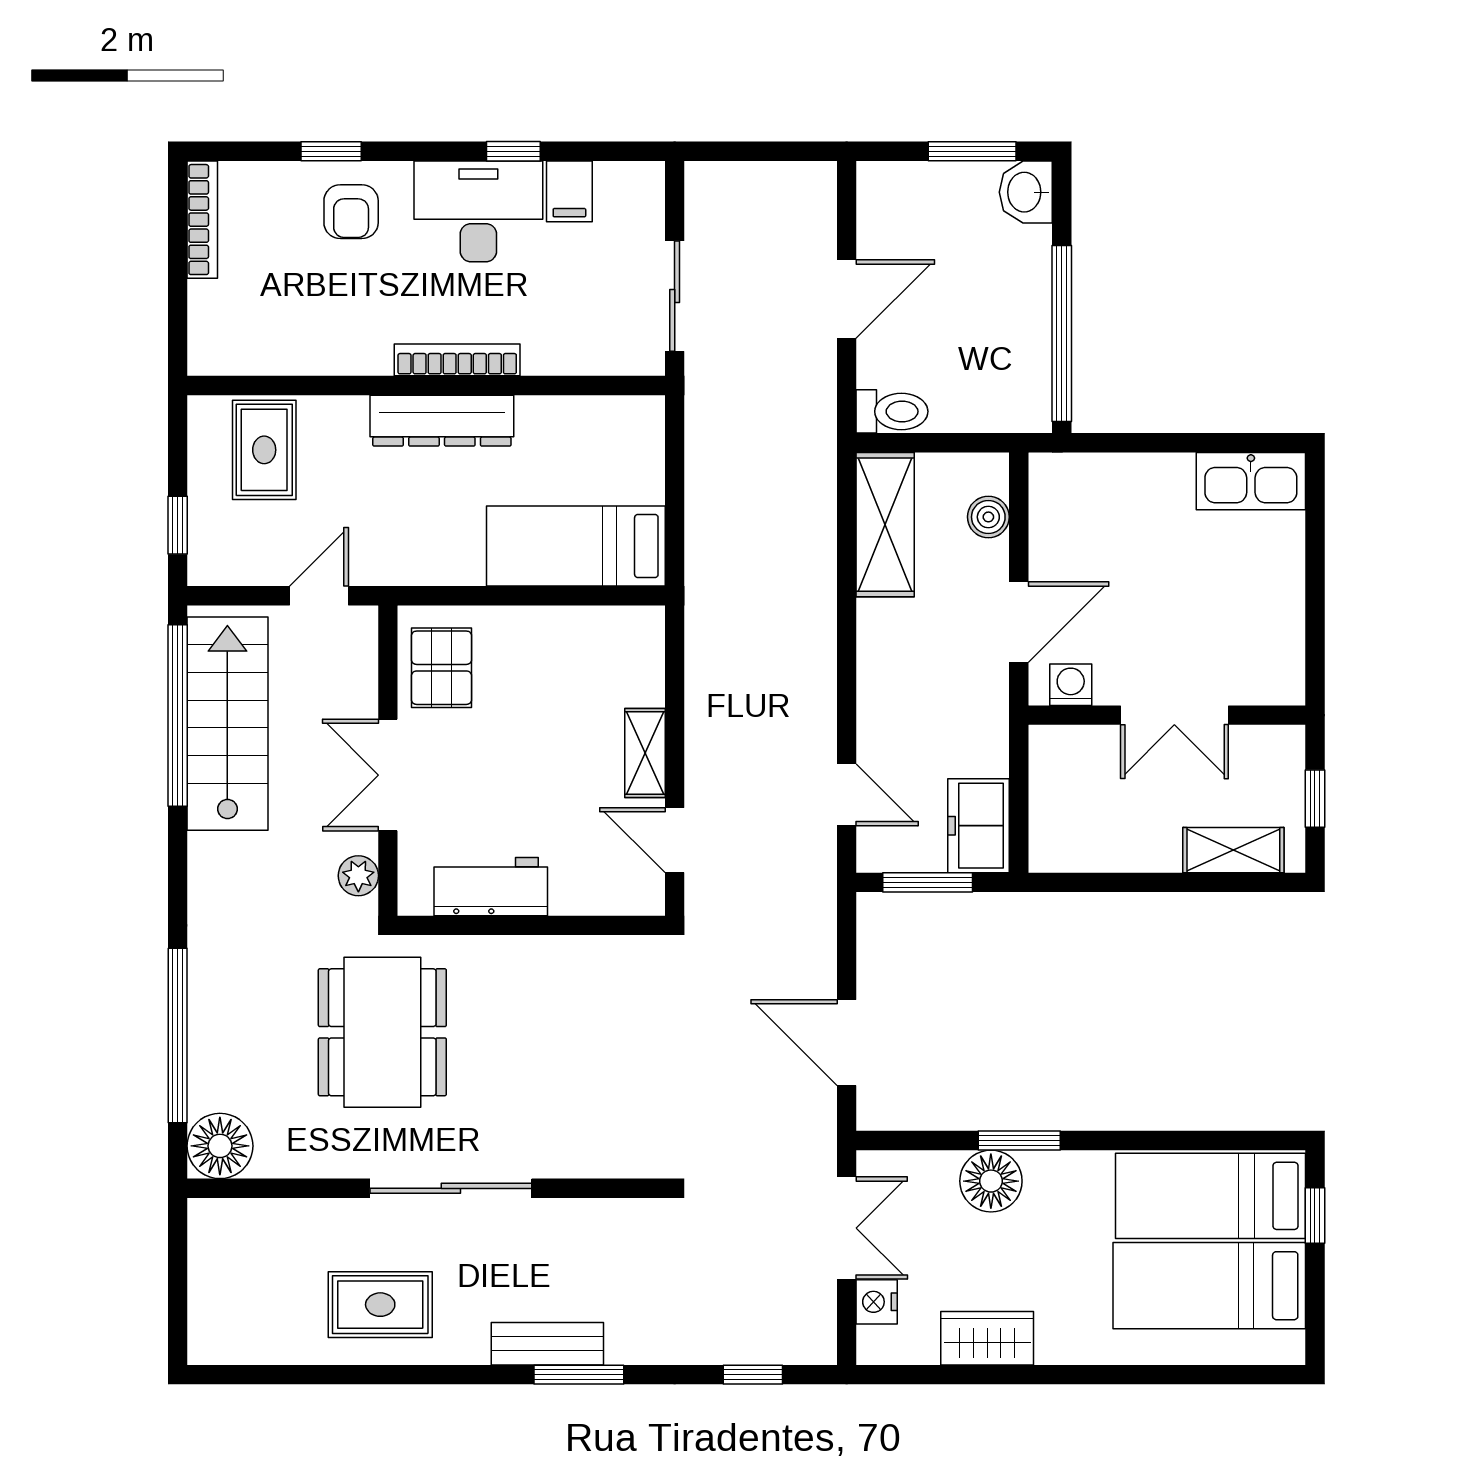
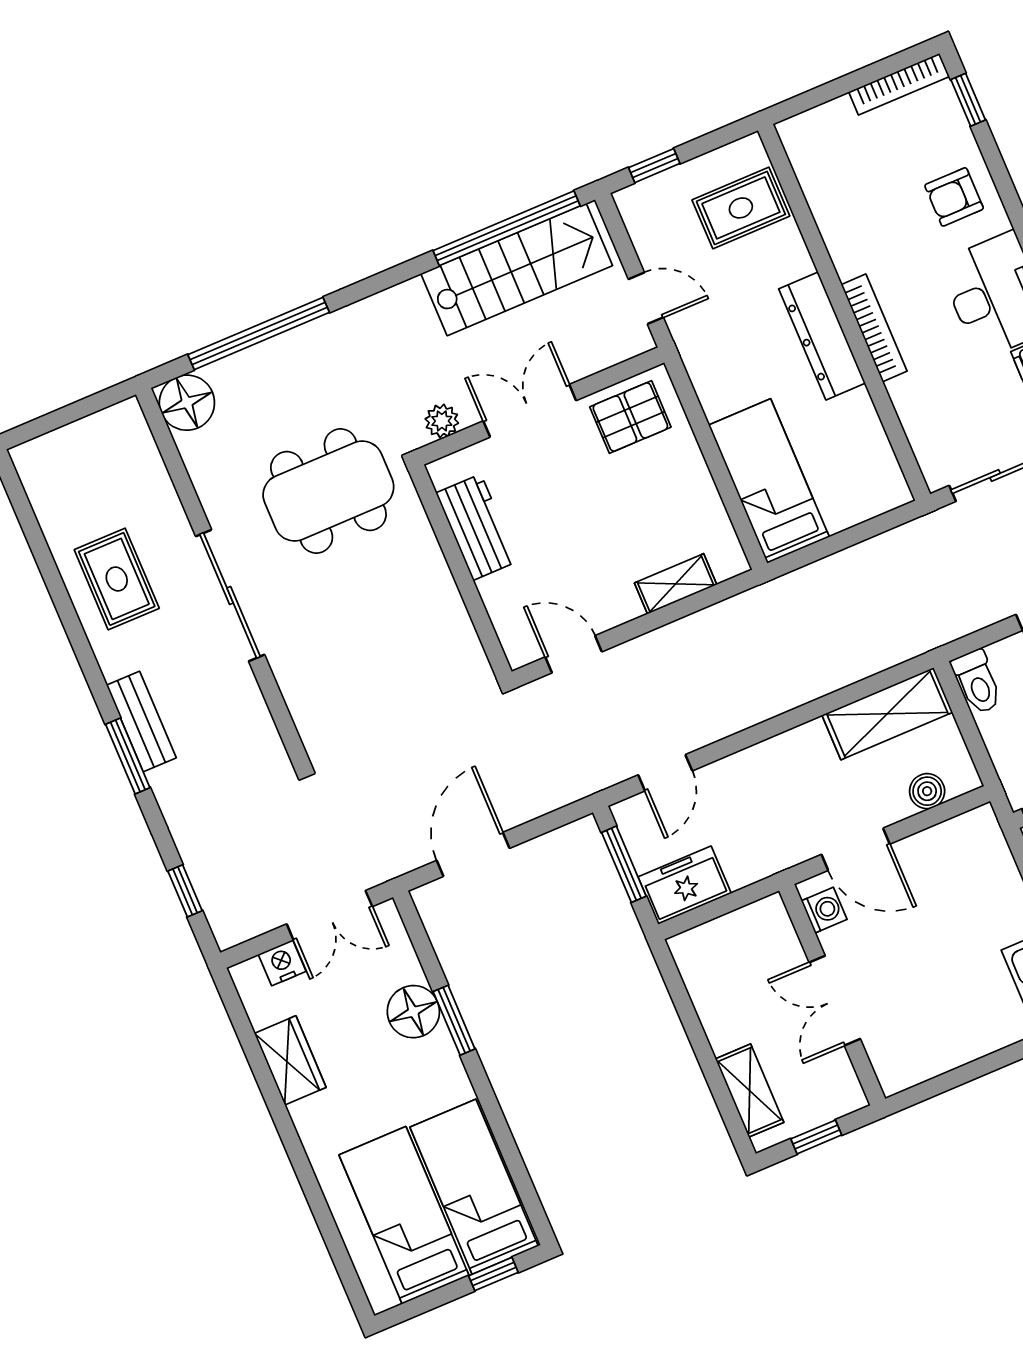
window: (331, 151) -> (968, 100), moved
shelving: (645, 753) -> (676, 584), moved
door: (675, 840) -> (574, 654), hinge flipped

